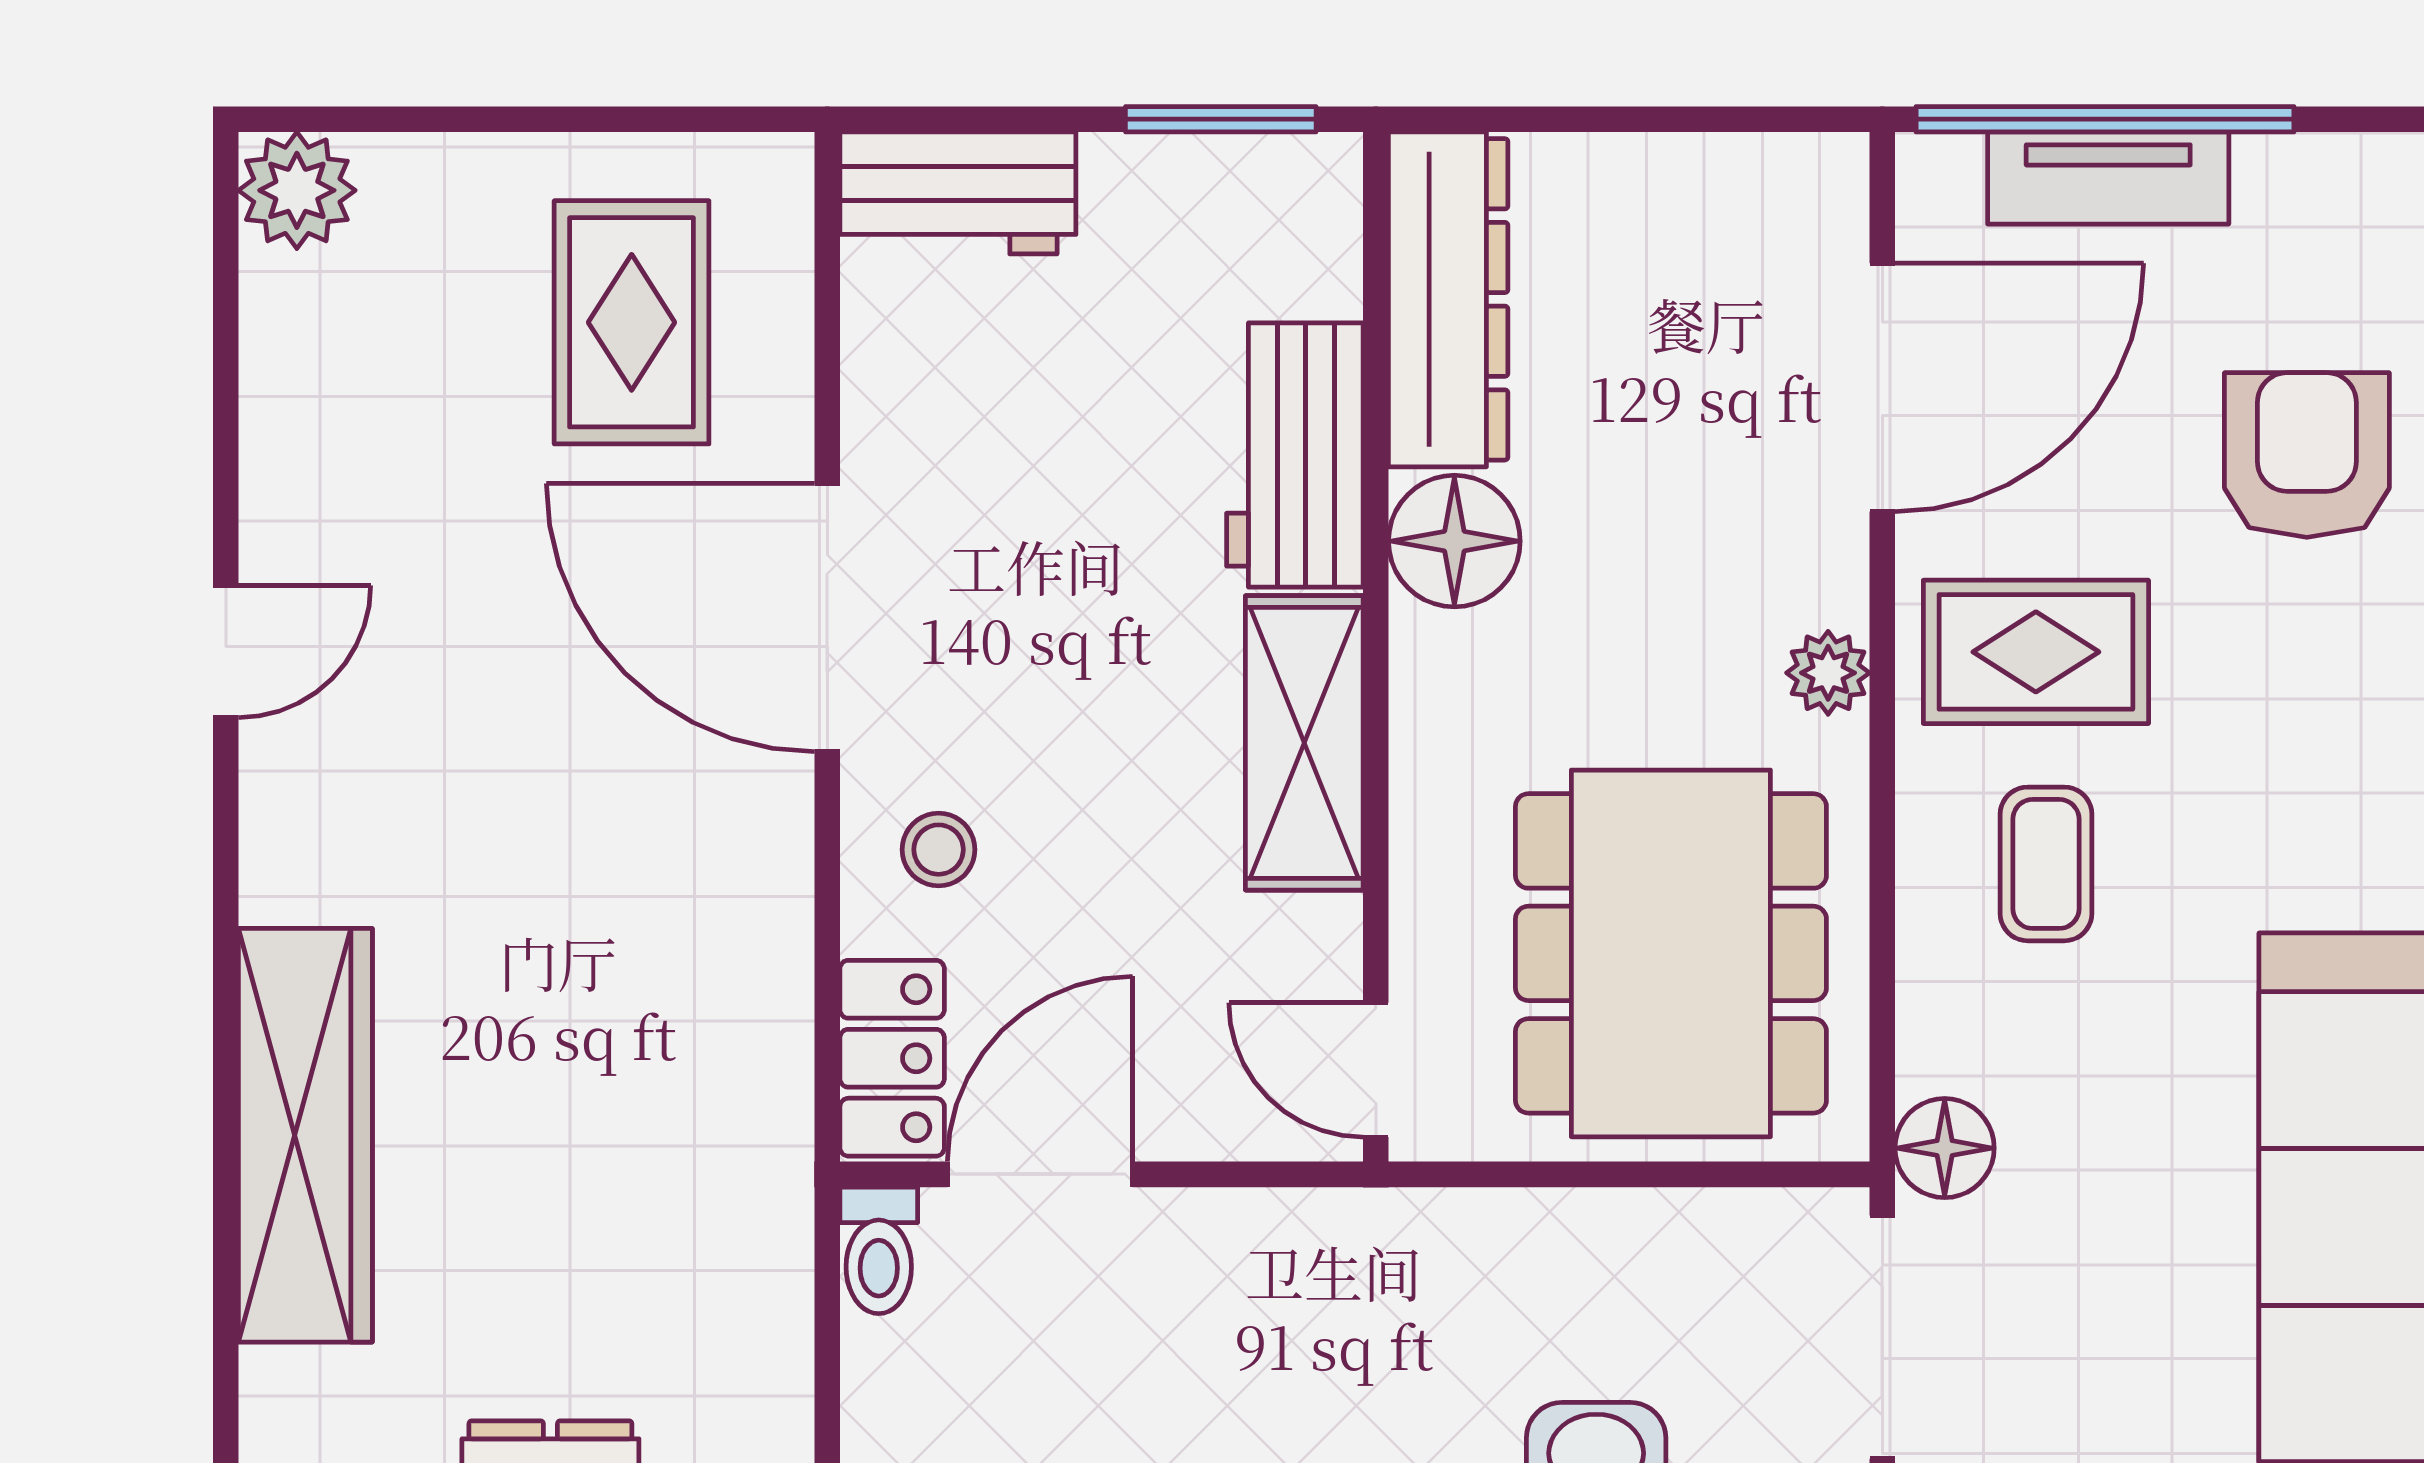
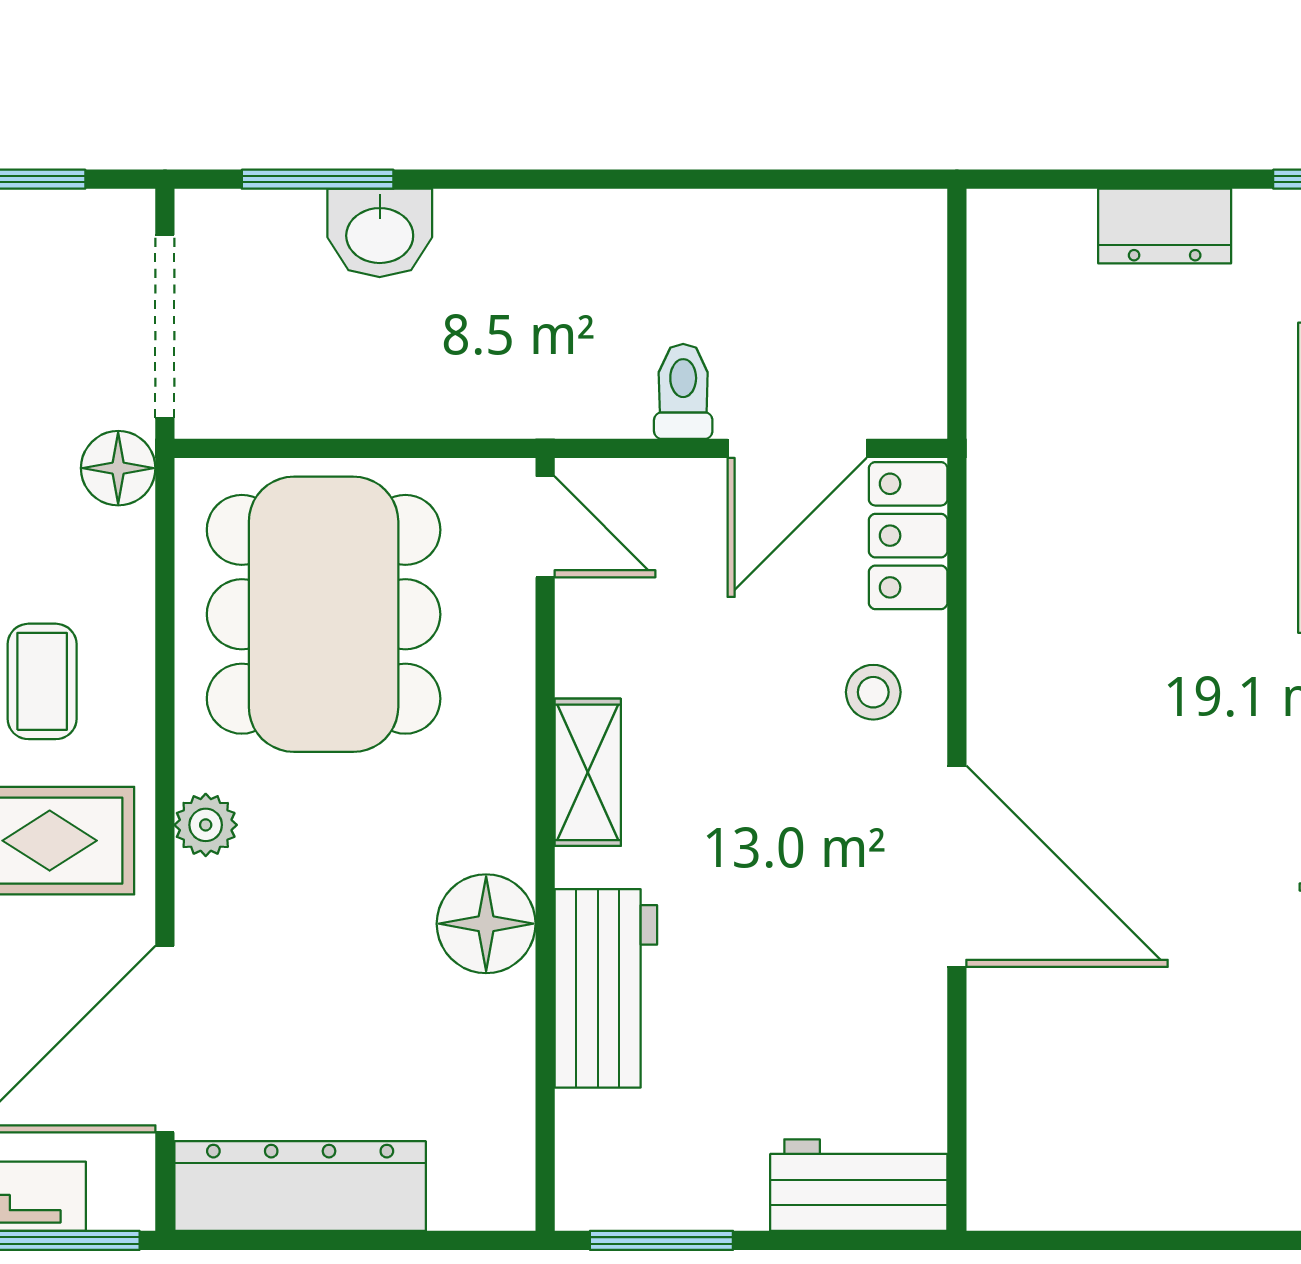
dresser: (1448, 299) -> (300, 1186), moved, turned 90
rug: (632, 322) -> (1104, 1088), removed
shelving: (1304, 743) -> (588, 772), width x0.67, depth x0.75
toilet: (879, 1250) -> (683, 391), moved

